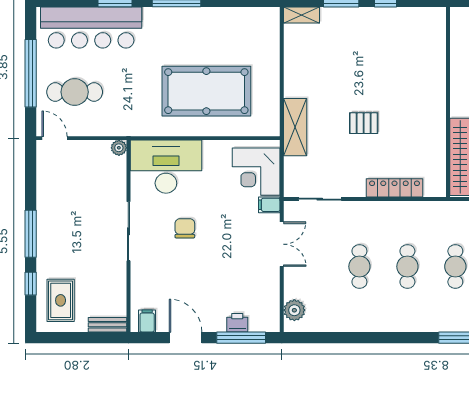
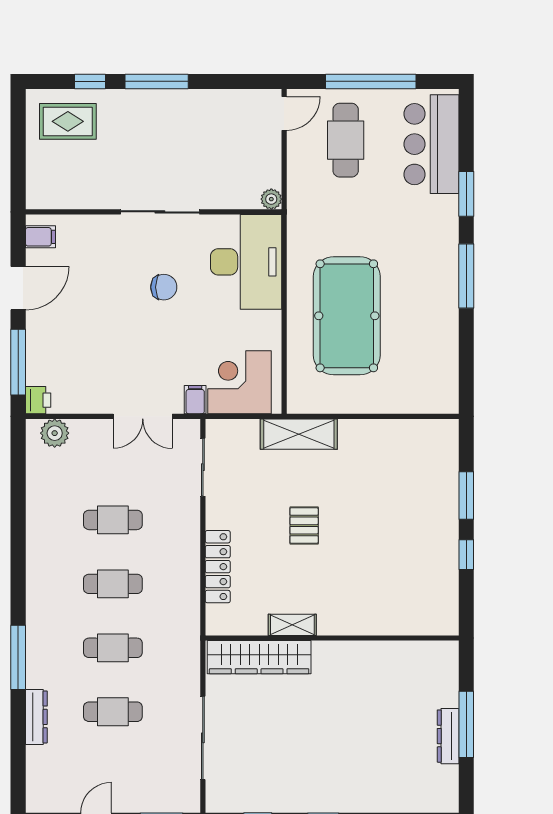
shelving: (302, 15) -> (292, 625), moved, turned 90
bar counter: (91, 28) -> (432, 144), width x0.73
printer: (237, 323) -> (38, 400), moved
bench: (107, 325) -> (35, 184), removed

